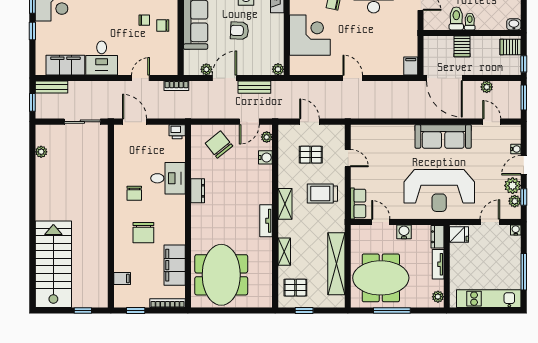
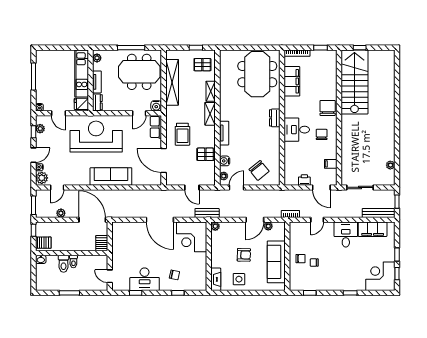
toilet: (456, 18) -> (64, 264), moved
corner desk: (310, 35) -> (192, 237), moved
server rack: (462, 46) -> (102, 243), moved
filing cabinet: (411, 66) -> (117, 229), removed
door: (353, 78) -> (160, 220), width x1.87
bench: (51, 87) -> (379, 213), width x1.36
bench: (254, 87) -> (207, 213), moved
door: (492, 122) -> (57, 187), hinge flipped
printer: (177, 132) -> (304, 180), moved
sofa: (443, 136) -> (111, 176), moved
pallet: (311, 155) -> (205, 154), moved
door: (348, 158) -> (164, 160), width x1.88
desk: (168, 178) -> (297, 130), moved
plant: (513, 186) -> (42, 178), moved
dresser: (198, 191) -> (275, 118), moved
trolley: (322, 194) -> (182, 134), turned 90
shelving: (285, 204) -> (210, 114), moved
tv unit: (266, 221) -> (224, 133), moved
door: (381, 222) -> (139, 113), hinge flipped
door: (490, 222) -> (58, 113), hinge flipped
water cooler: (404, 232) -> (156, 106), moved
chair: (143, 233) -> (328, 108), moved
stairs: (53, 264) -> (354, 82), moved, turned 180
filing cabinet: (122, 278) -> (331, 164), moved
kitchen unit: (489, 299) -> (82, 74), moved, turned 90

